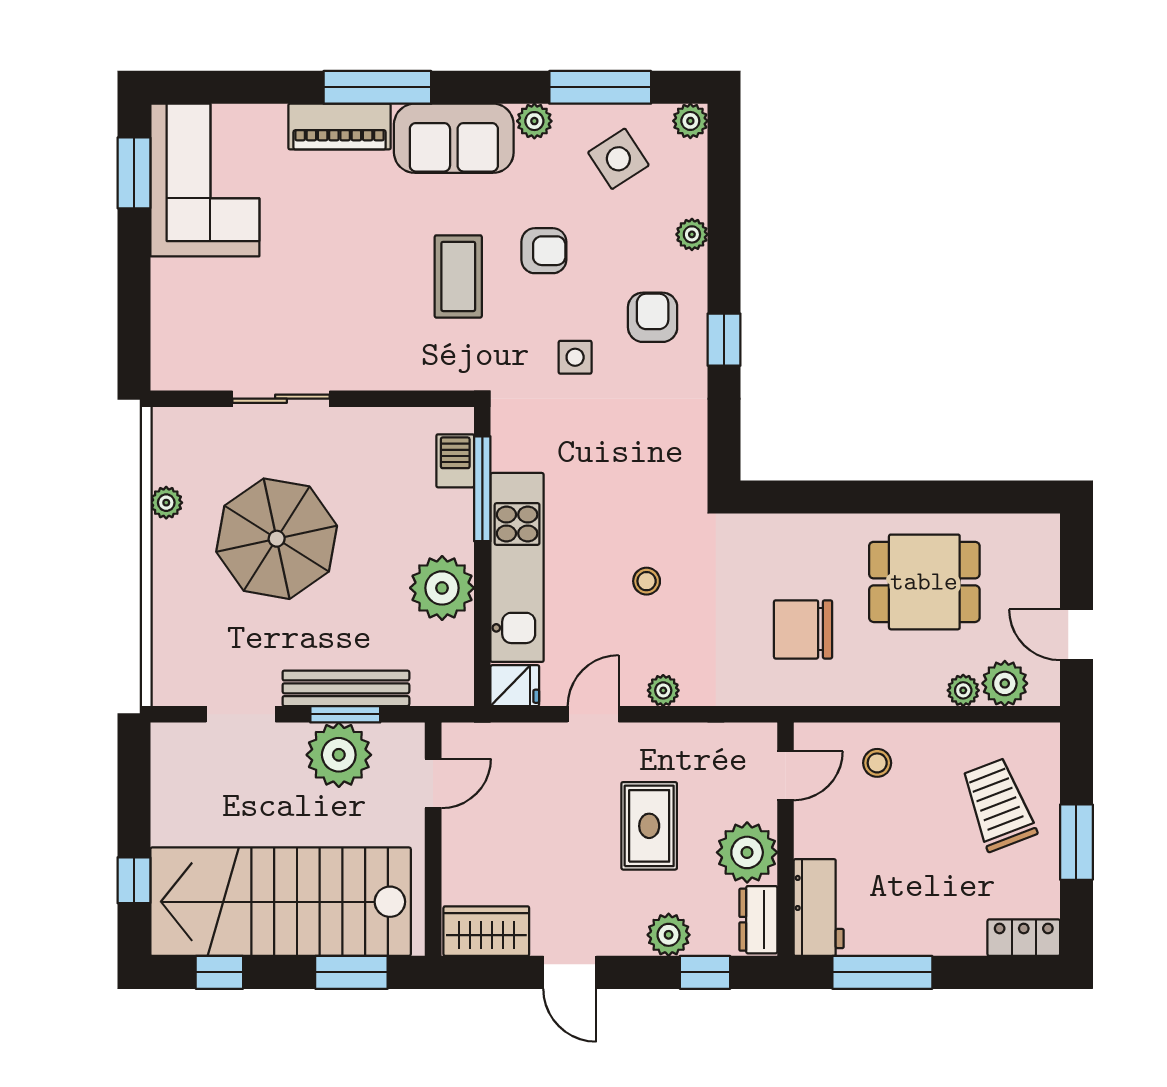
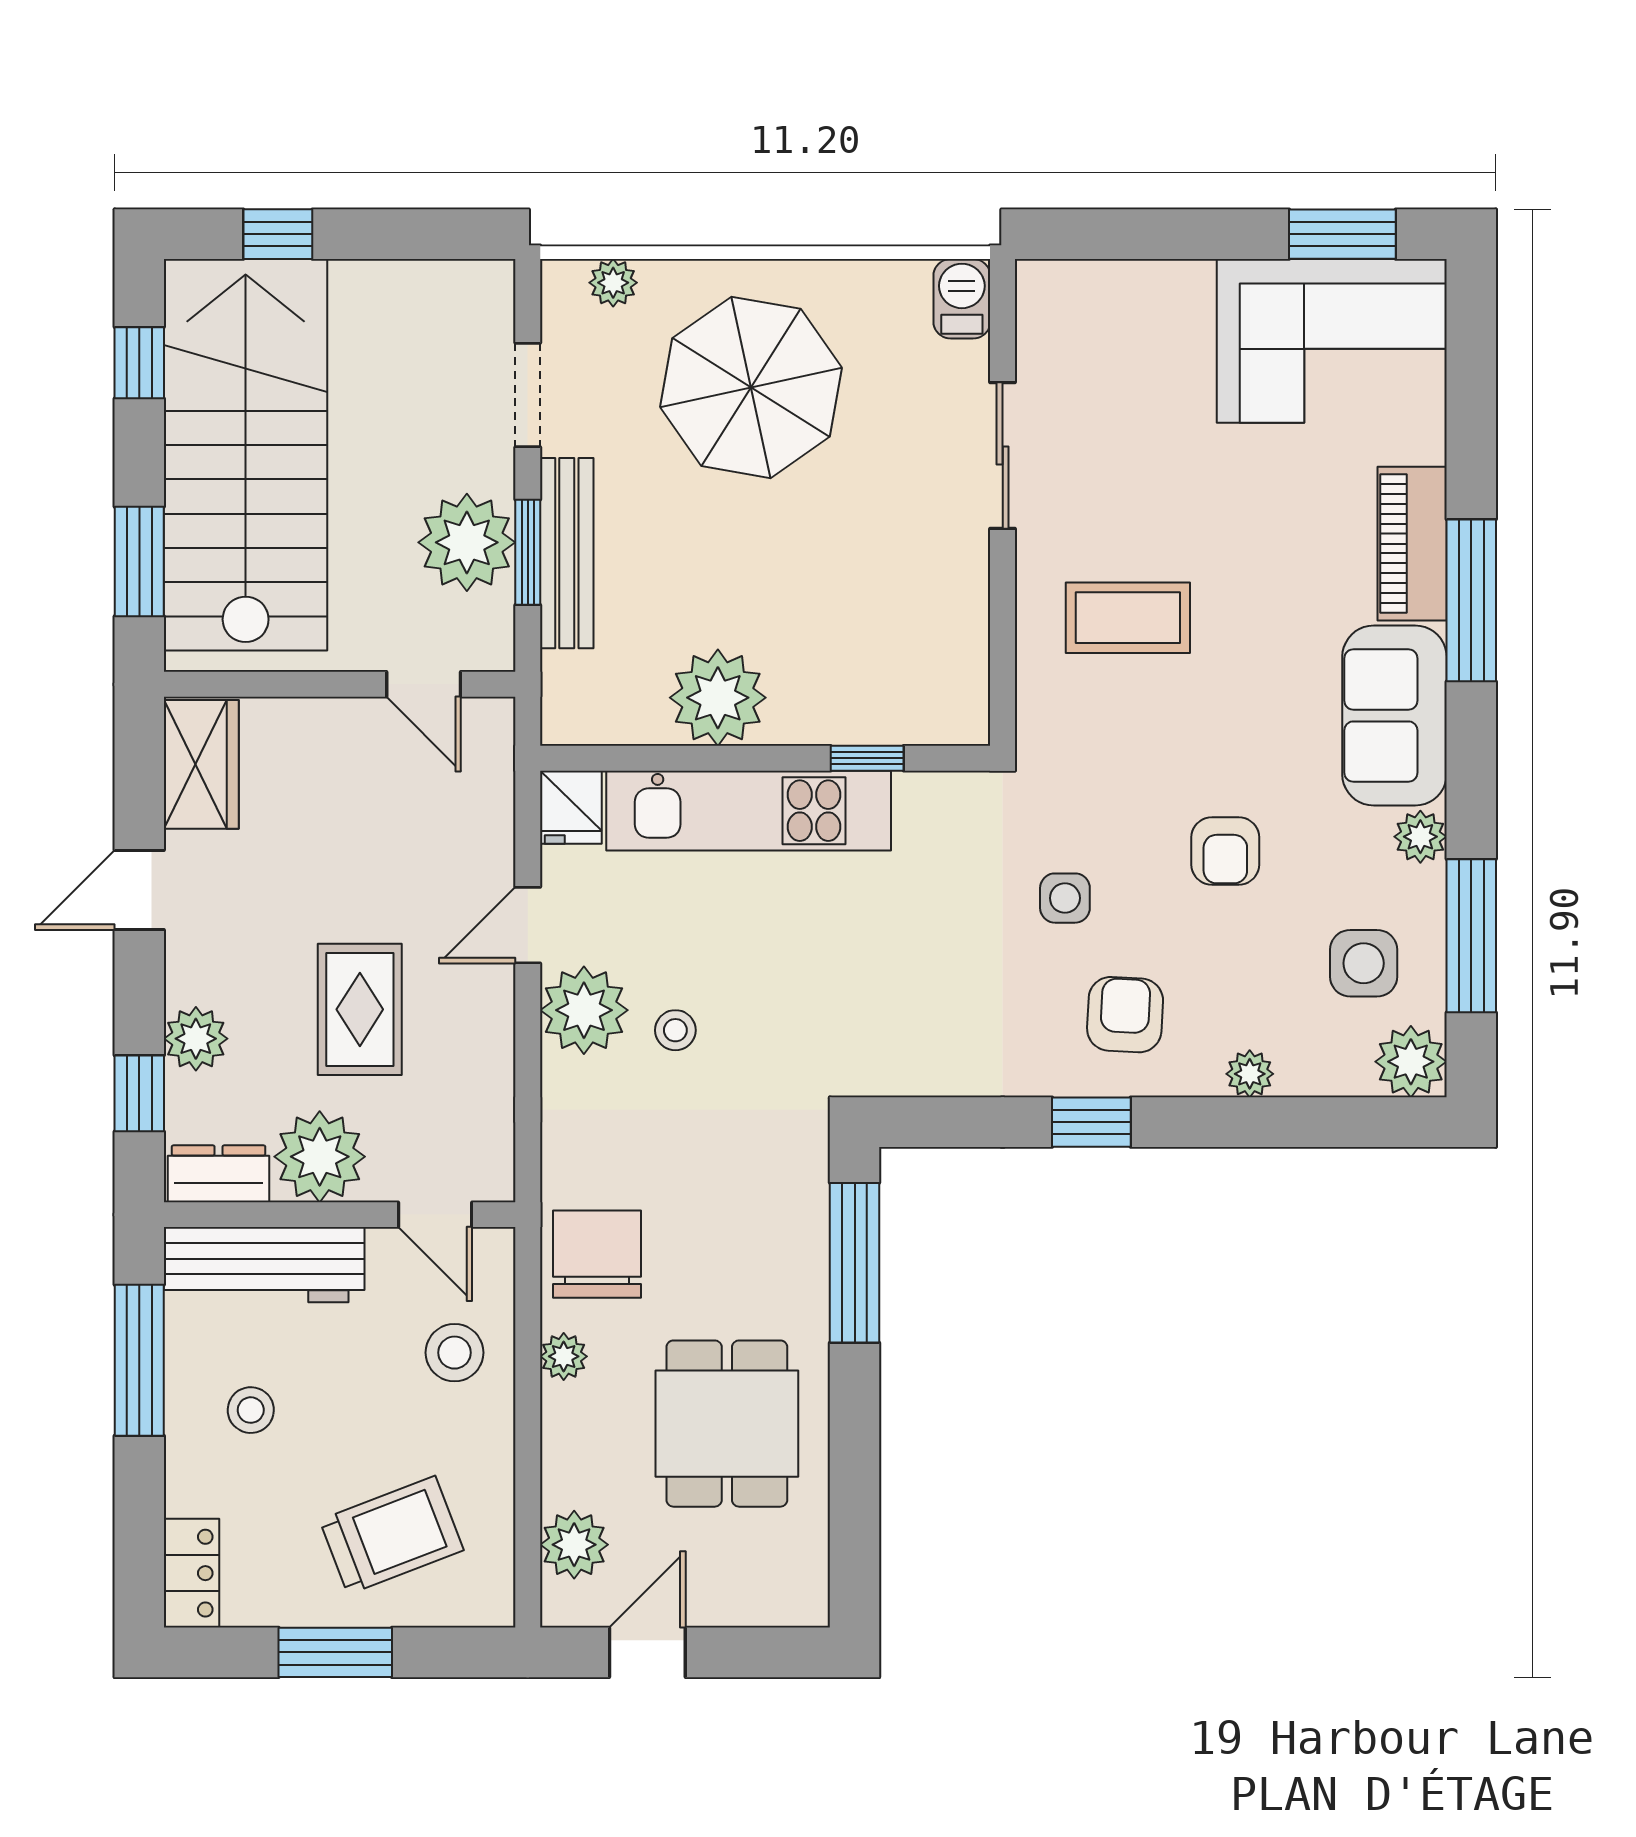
plant: (690, 121) -> (1411, 1062), width x1.38, depth x1.38
side table: (618, 159) -> (1364, 963), turned 33
coffee table: (458, 276) -> (1128, 618), moved
armchair: (653, 317) -> (1125, 1015), turned -87
barbecue: (455, 461) -> (962, 299), moved, turned -90
window: (482, 489) -> (867, 758), width x0.46
window: (817, 497) -> (855, 1263), added
plant: (166, 503) -> (613, 283), moved
parasol: (277, 539) -> (751, 387), moved
stool: (647, 581) -> (675, 1030), moved
chair: (803, 629) -> (597, 1254), moved
plant: (663, 690) -> (584, 1010), width x1.88, depth x1.88
plant: (963, 690) -> (564, 1356), moved
door: (593, 714) -> (528, 925), swing flipped
stool: (877, 763) -> (455, 1353), width x1.37, depth x1.37
rug: (649, 826) -> (360, 1009), turned 90
stool: (915, 898) -> (251, 1410), added
workbench: (819, 908) -> (264, 1265), width x1.37

